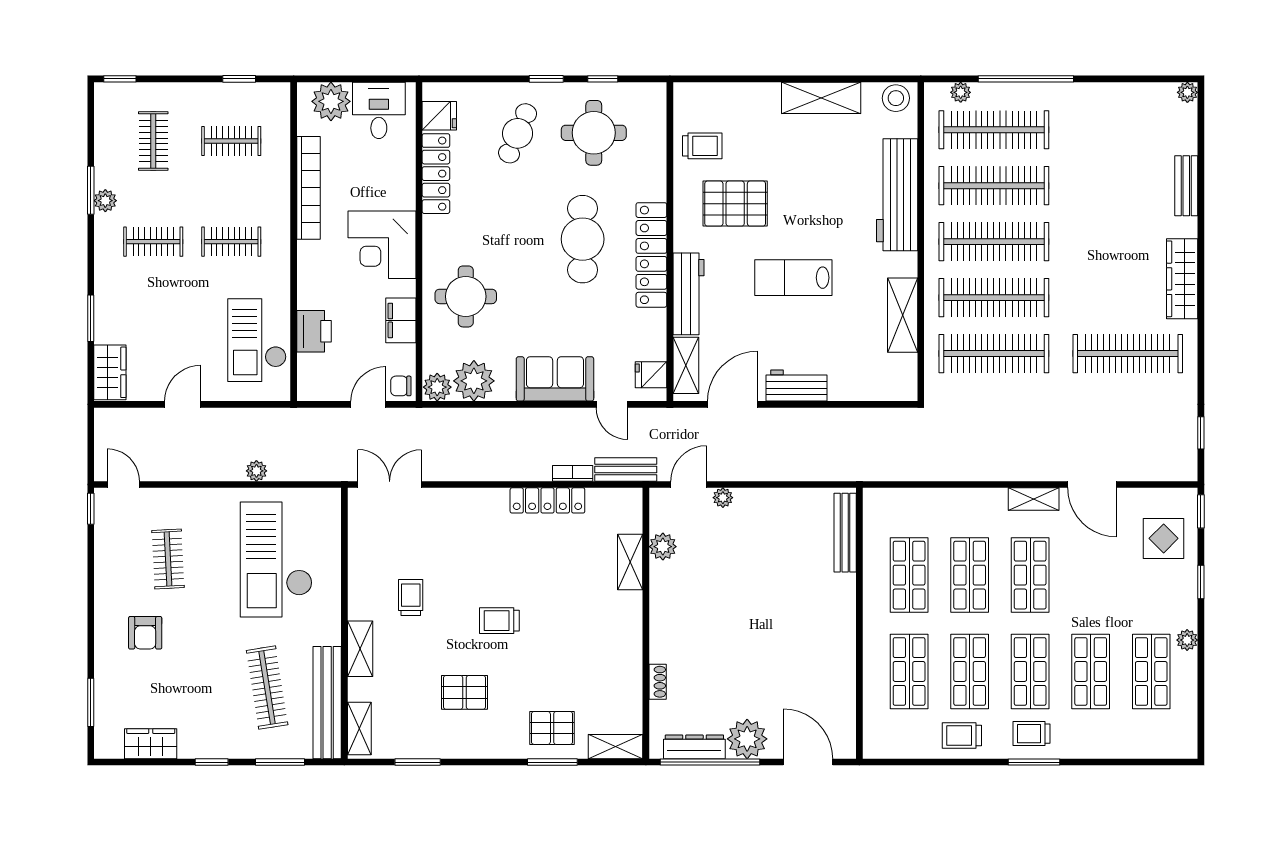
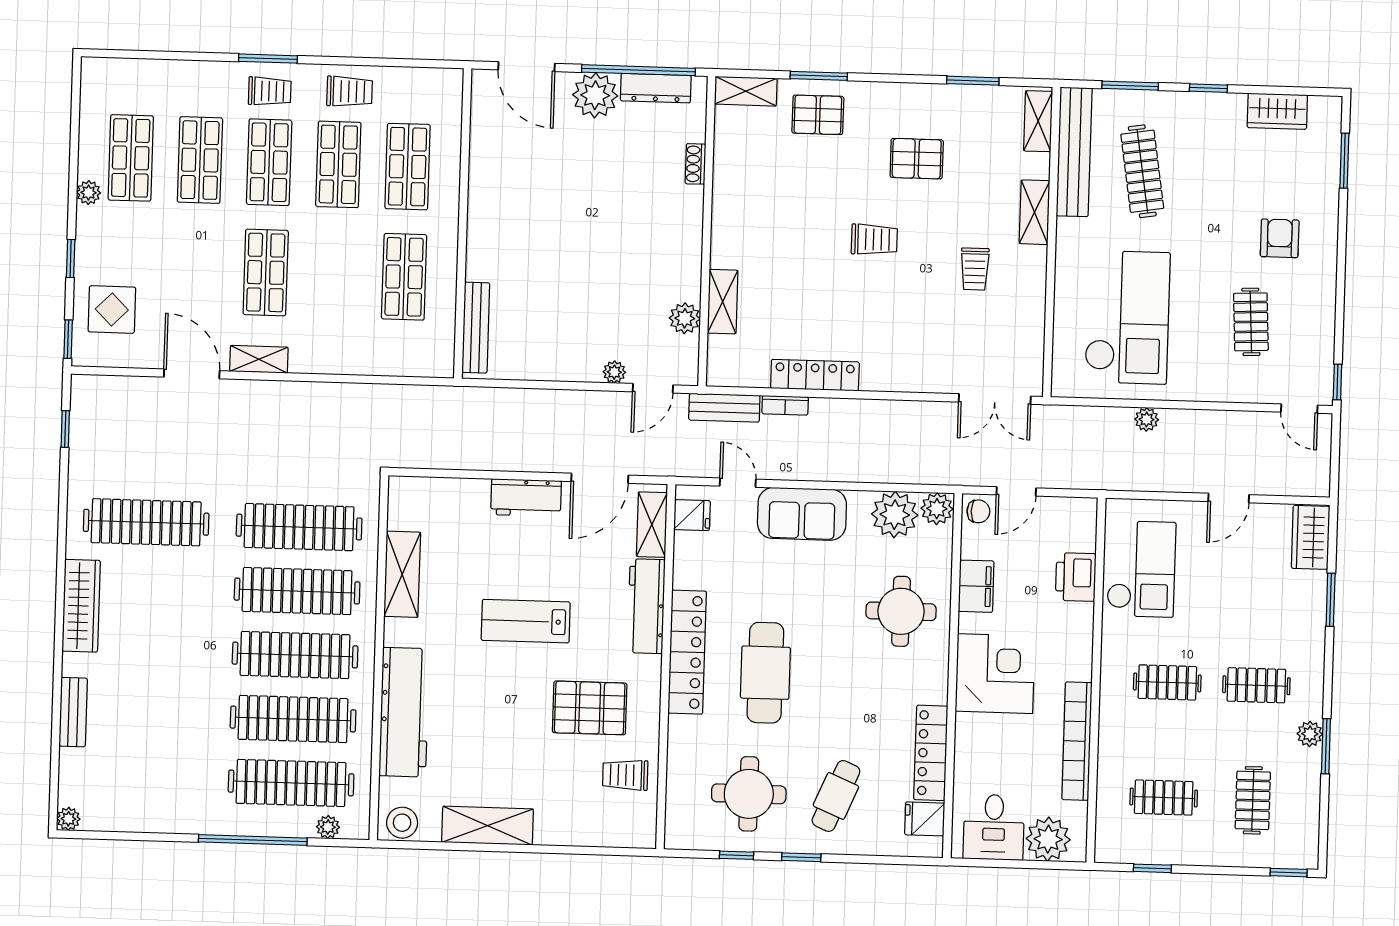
lab bench: (793, 278) -> (526, 621), turned 180
shop shelf: (970, 575) -> (335, 275), removed

